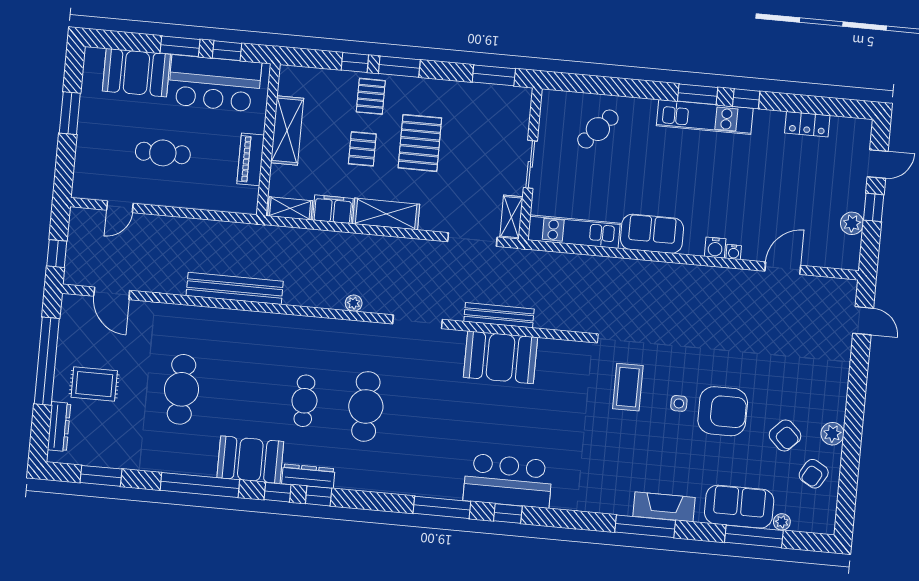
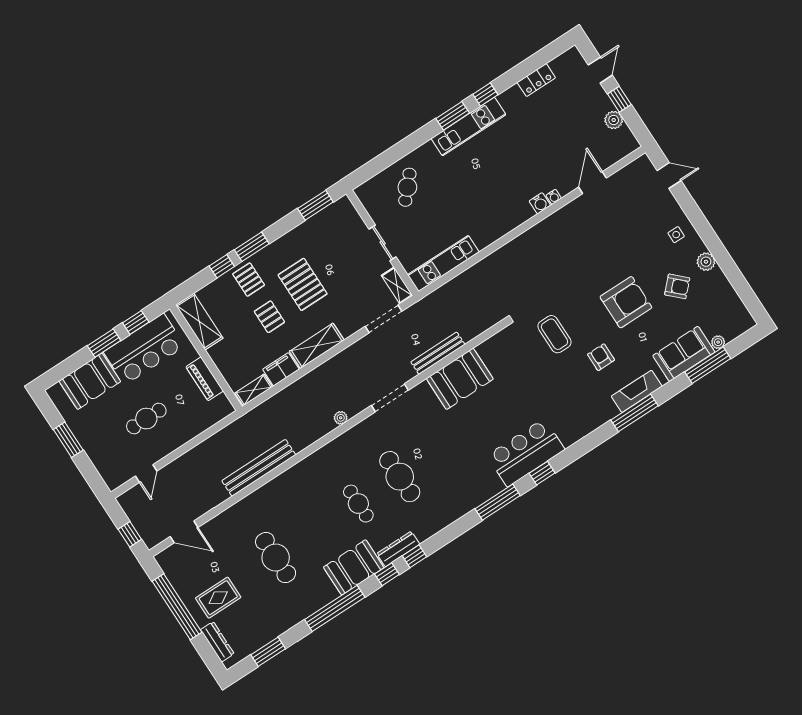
shelving: (287, 130) -> (199, 322), moved
sofa: (652, 234) -> (493, 226), removed
side table: (679, 403) -> (676, 235), moved
armchair: (814, 474) -> (601, 357), moved, turned 150

